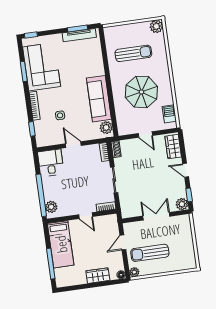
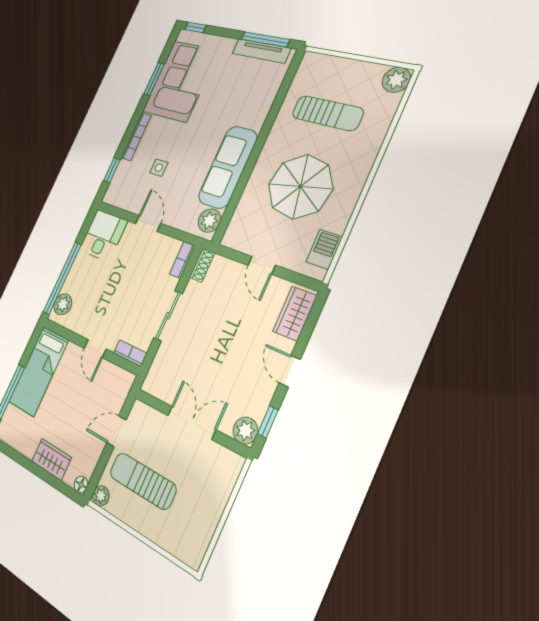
window: (77, 29) -> (265, 39), width x1.44

